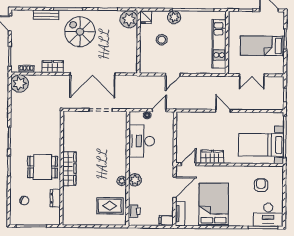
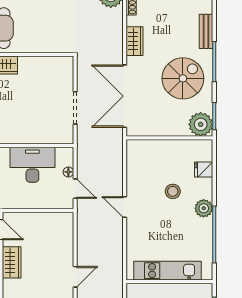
plant: (129, 19) -> (201, 124), moved
wall: (139, 42) -> (169, 138), moved

